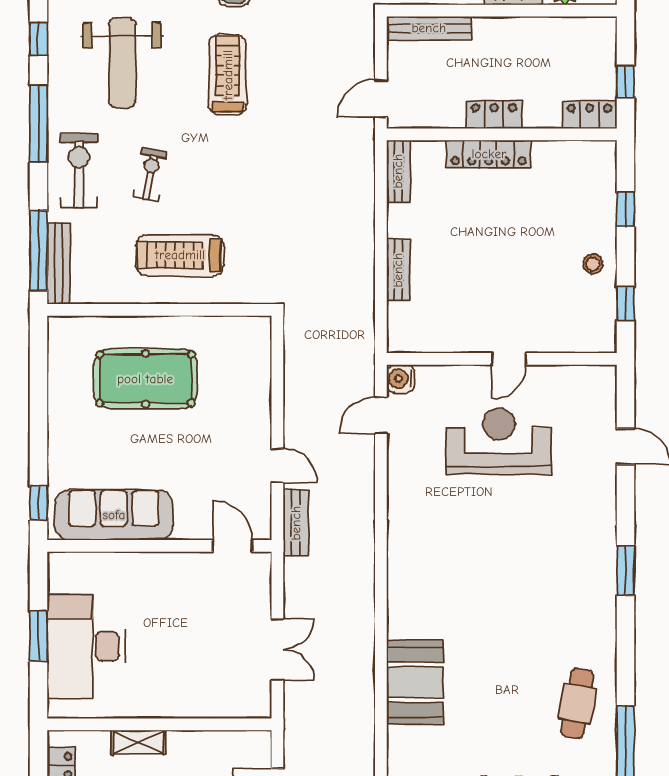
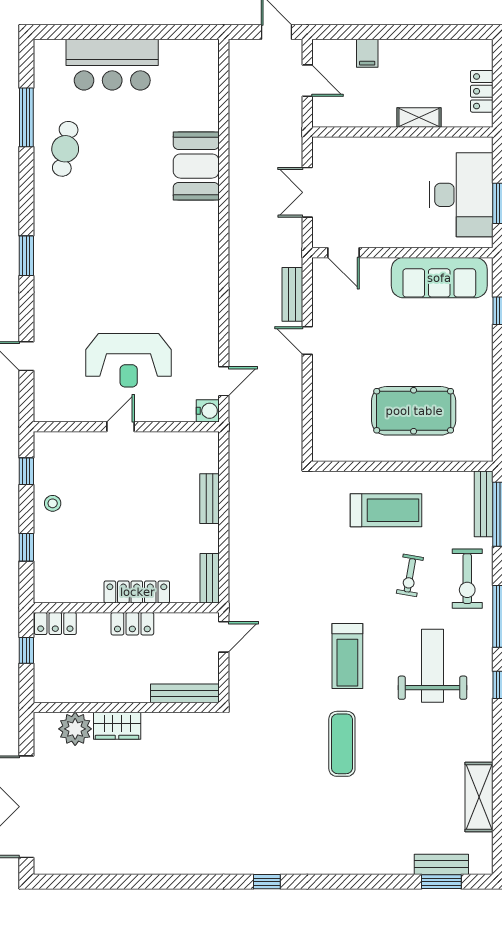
sofa: (114, 515) -> (439, 278), moved
wall: (159, 546) -> (402, 253), moved
door: (232, 546) -> (343, 253), moved

